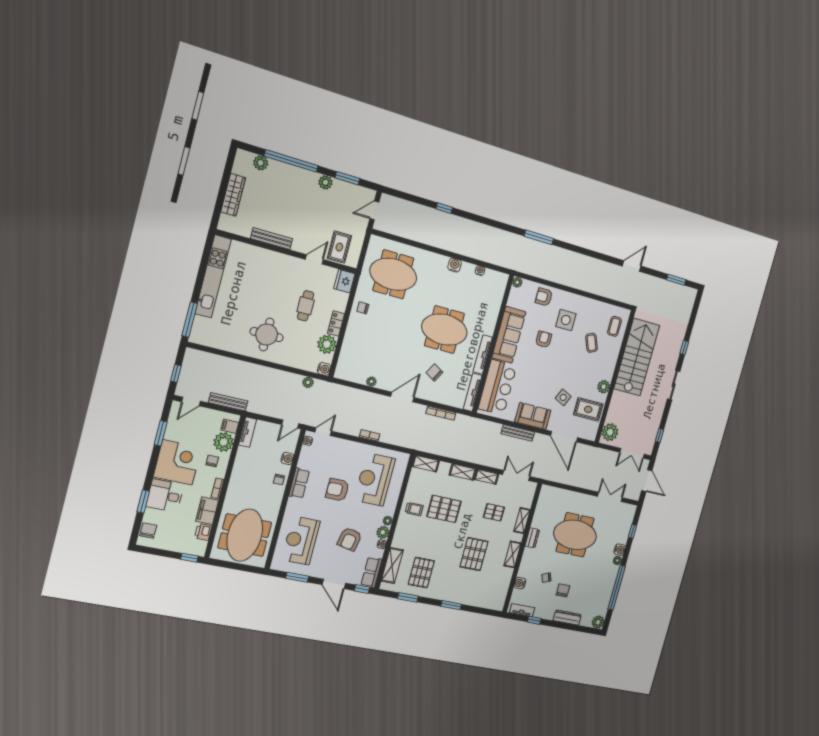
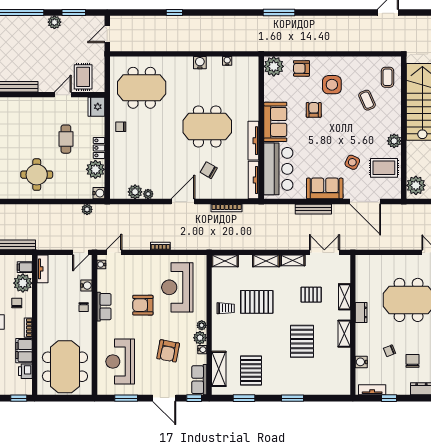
plant: (517, 282) -> (274, 66), width x1.87, depth x1.87
sofa: (509, 335) -> (275, 122), width x0.73
plant: (359, 376) -> (135, 192), added

